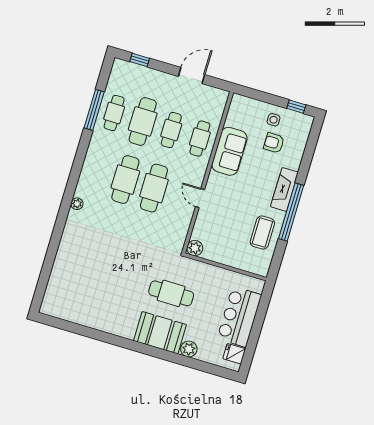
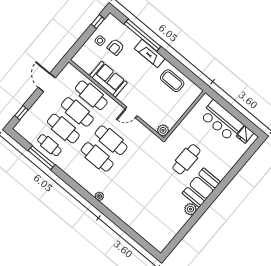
cafe table: (171, 130) -> (77, 112), width x1.37, depth x1.35
cafe table: (200, 139) -> (91, 95), width x1.37, depth x1.35
window: (291, 212) -> (142, 35), moved
booth: (160, 333) -> (201, 188), moved
plant: (189, 349) -> (190, 209), moved

